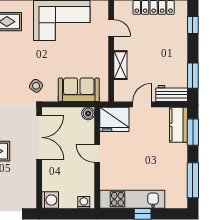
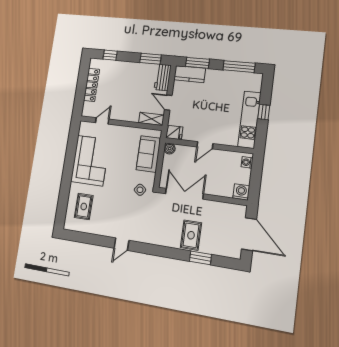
shelving: (120, 65) -> (151, 119), moved
fridge: (114, 119) -> (174, 132), width x0.53, depth x0.75

